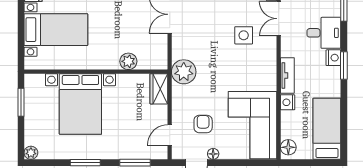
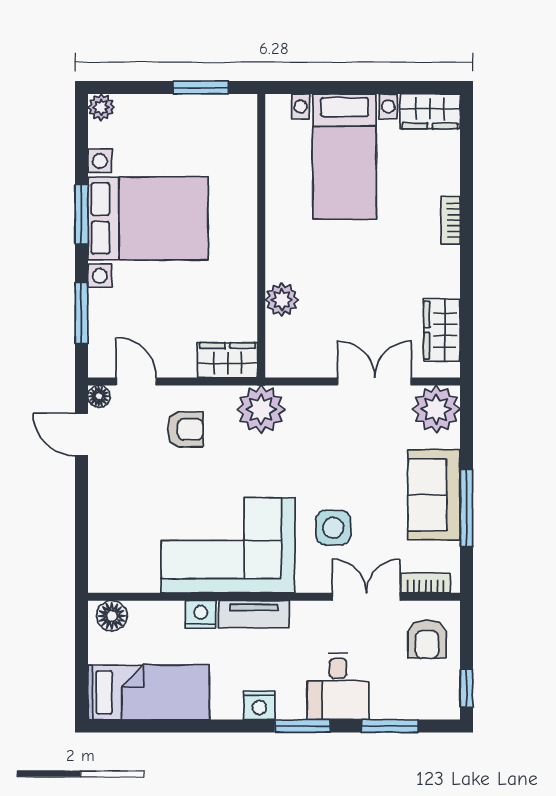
nightstand: (333, 58) -> (259, 705), moved
window: (344, 65) -> (303, 726), moved
bed with nightstands: (80, 104) -> (148, 218), moved, turned 180
armchair: (203, 124) -> (185, 429), moved
corner sofa: (253, 125) -> (228, 545), moved
floor lamp: (213, 154) -> (99, 396), moved

